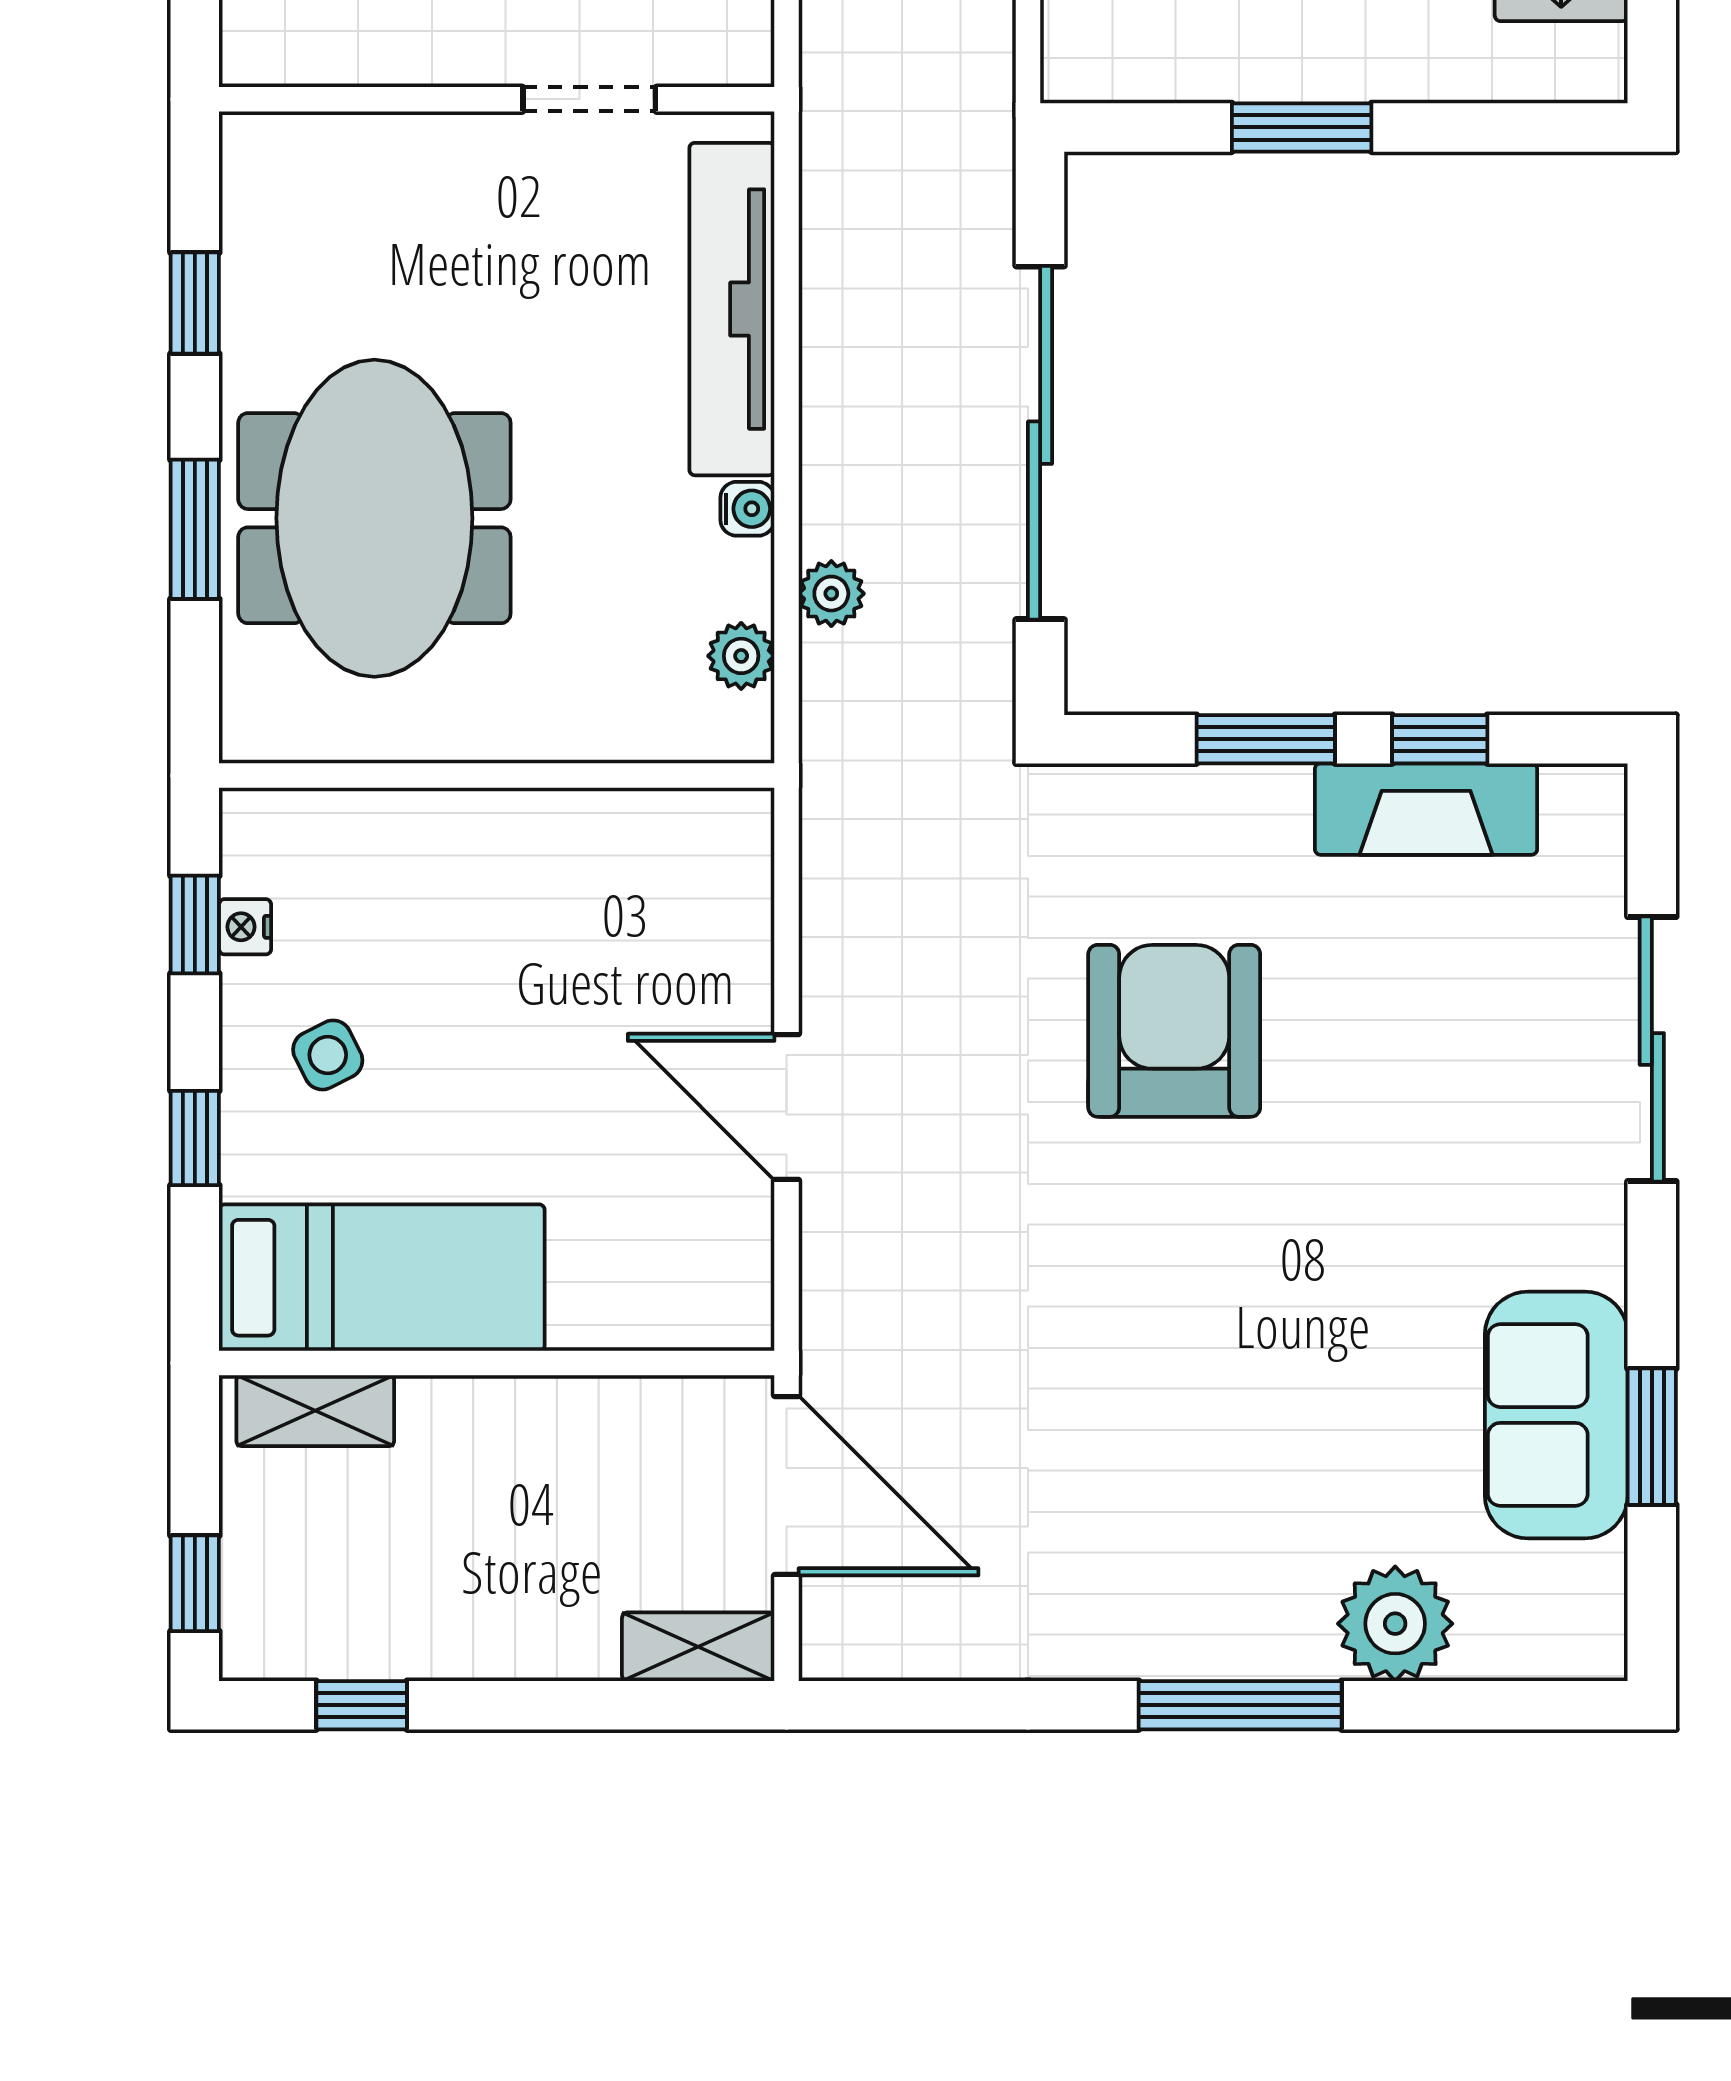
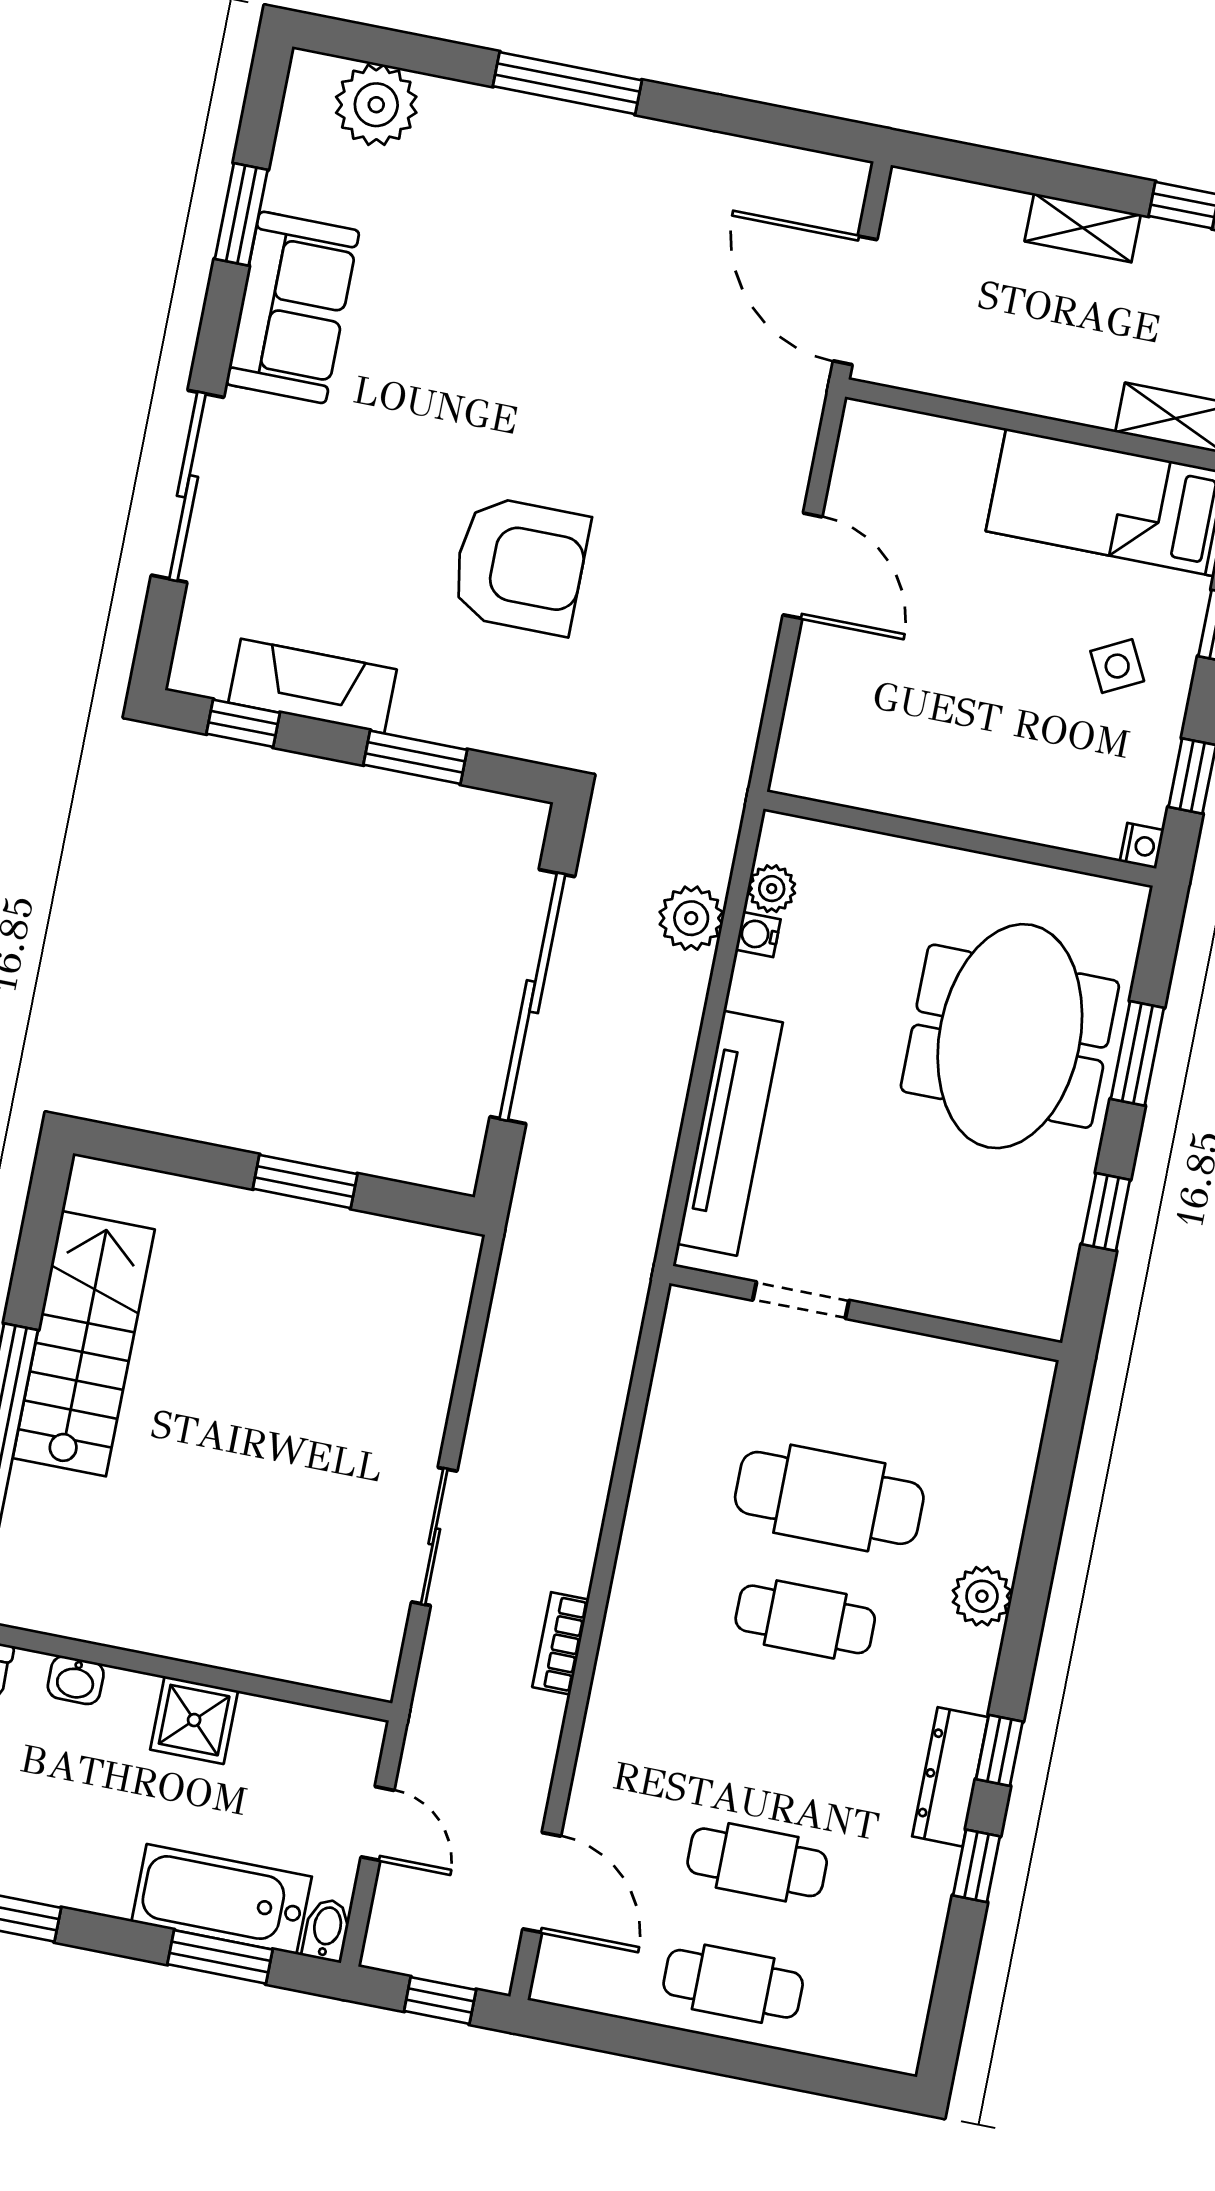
water cooler: (747, 509) -> (758, 934), moved
plant: (831, 594) -> (691, 918), width x1.38, depth x1.38
window: (1440, 739) -> (243, 723), moved
nightstand: (245, 927) -> (1142, 846), moved
armchair: (1174, 1031) -> (520, 565), turned -90
sofa: (1556, 1415) -> (292, 307), moved
plant: (1395, 1624) -> (376, 105), moved
shelving: (698, 1647) -> (1083, 228), moved

